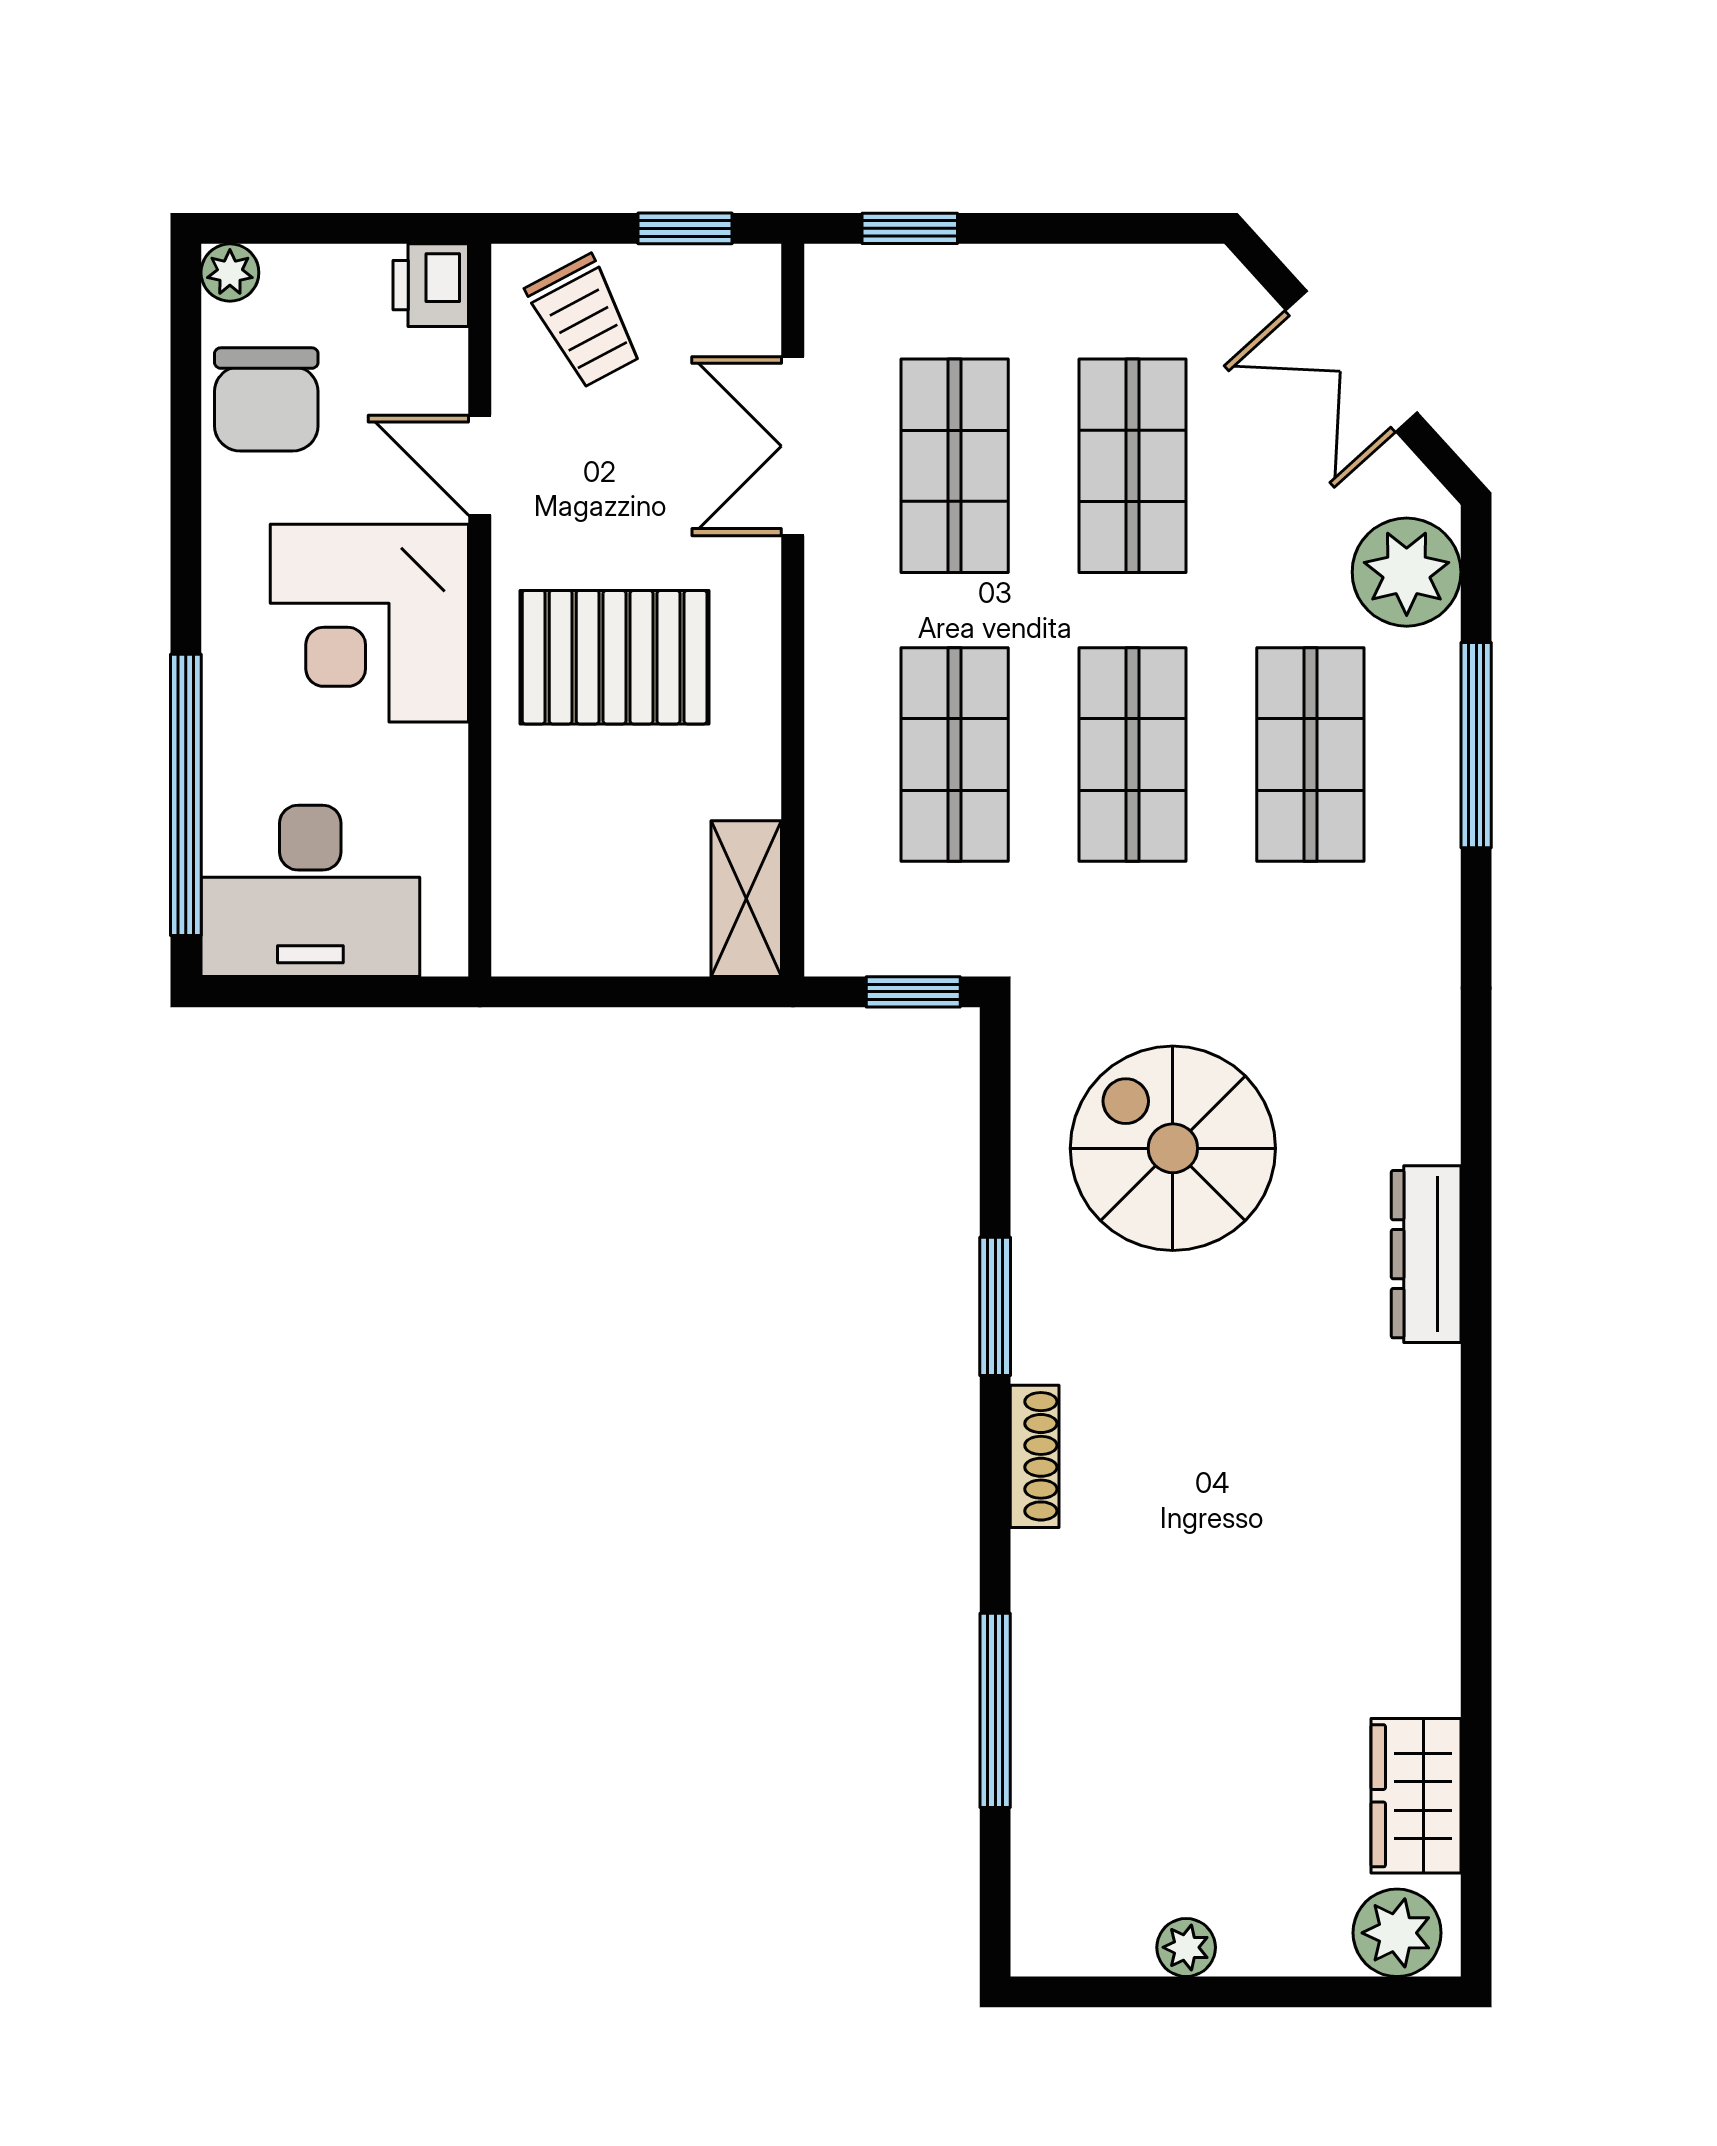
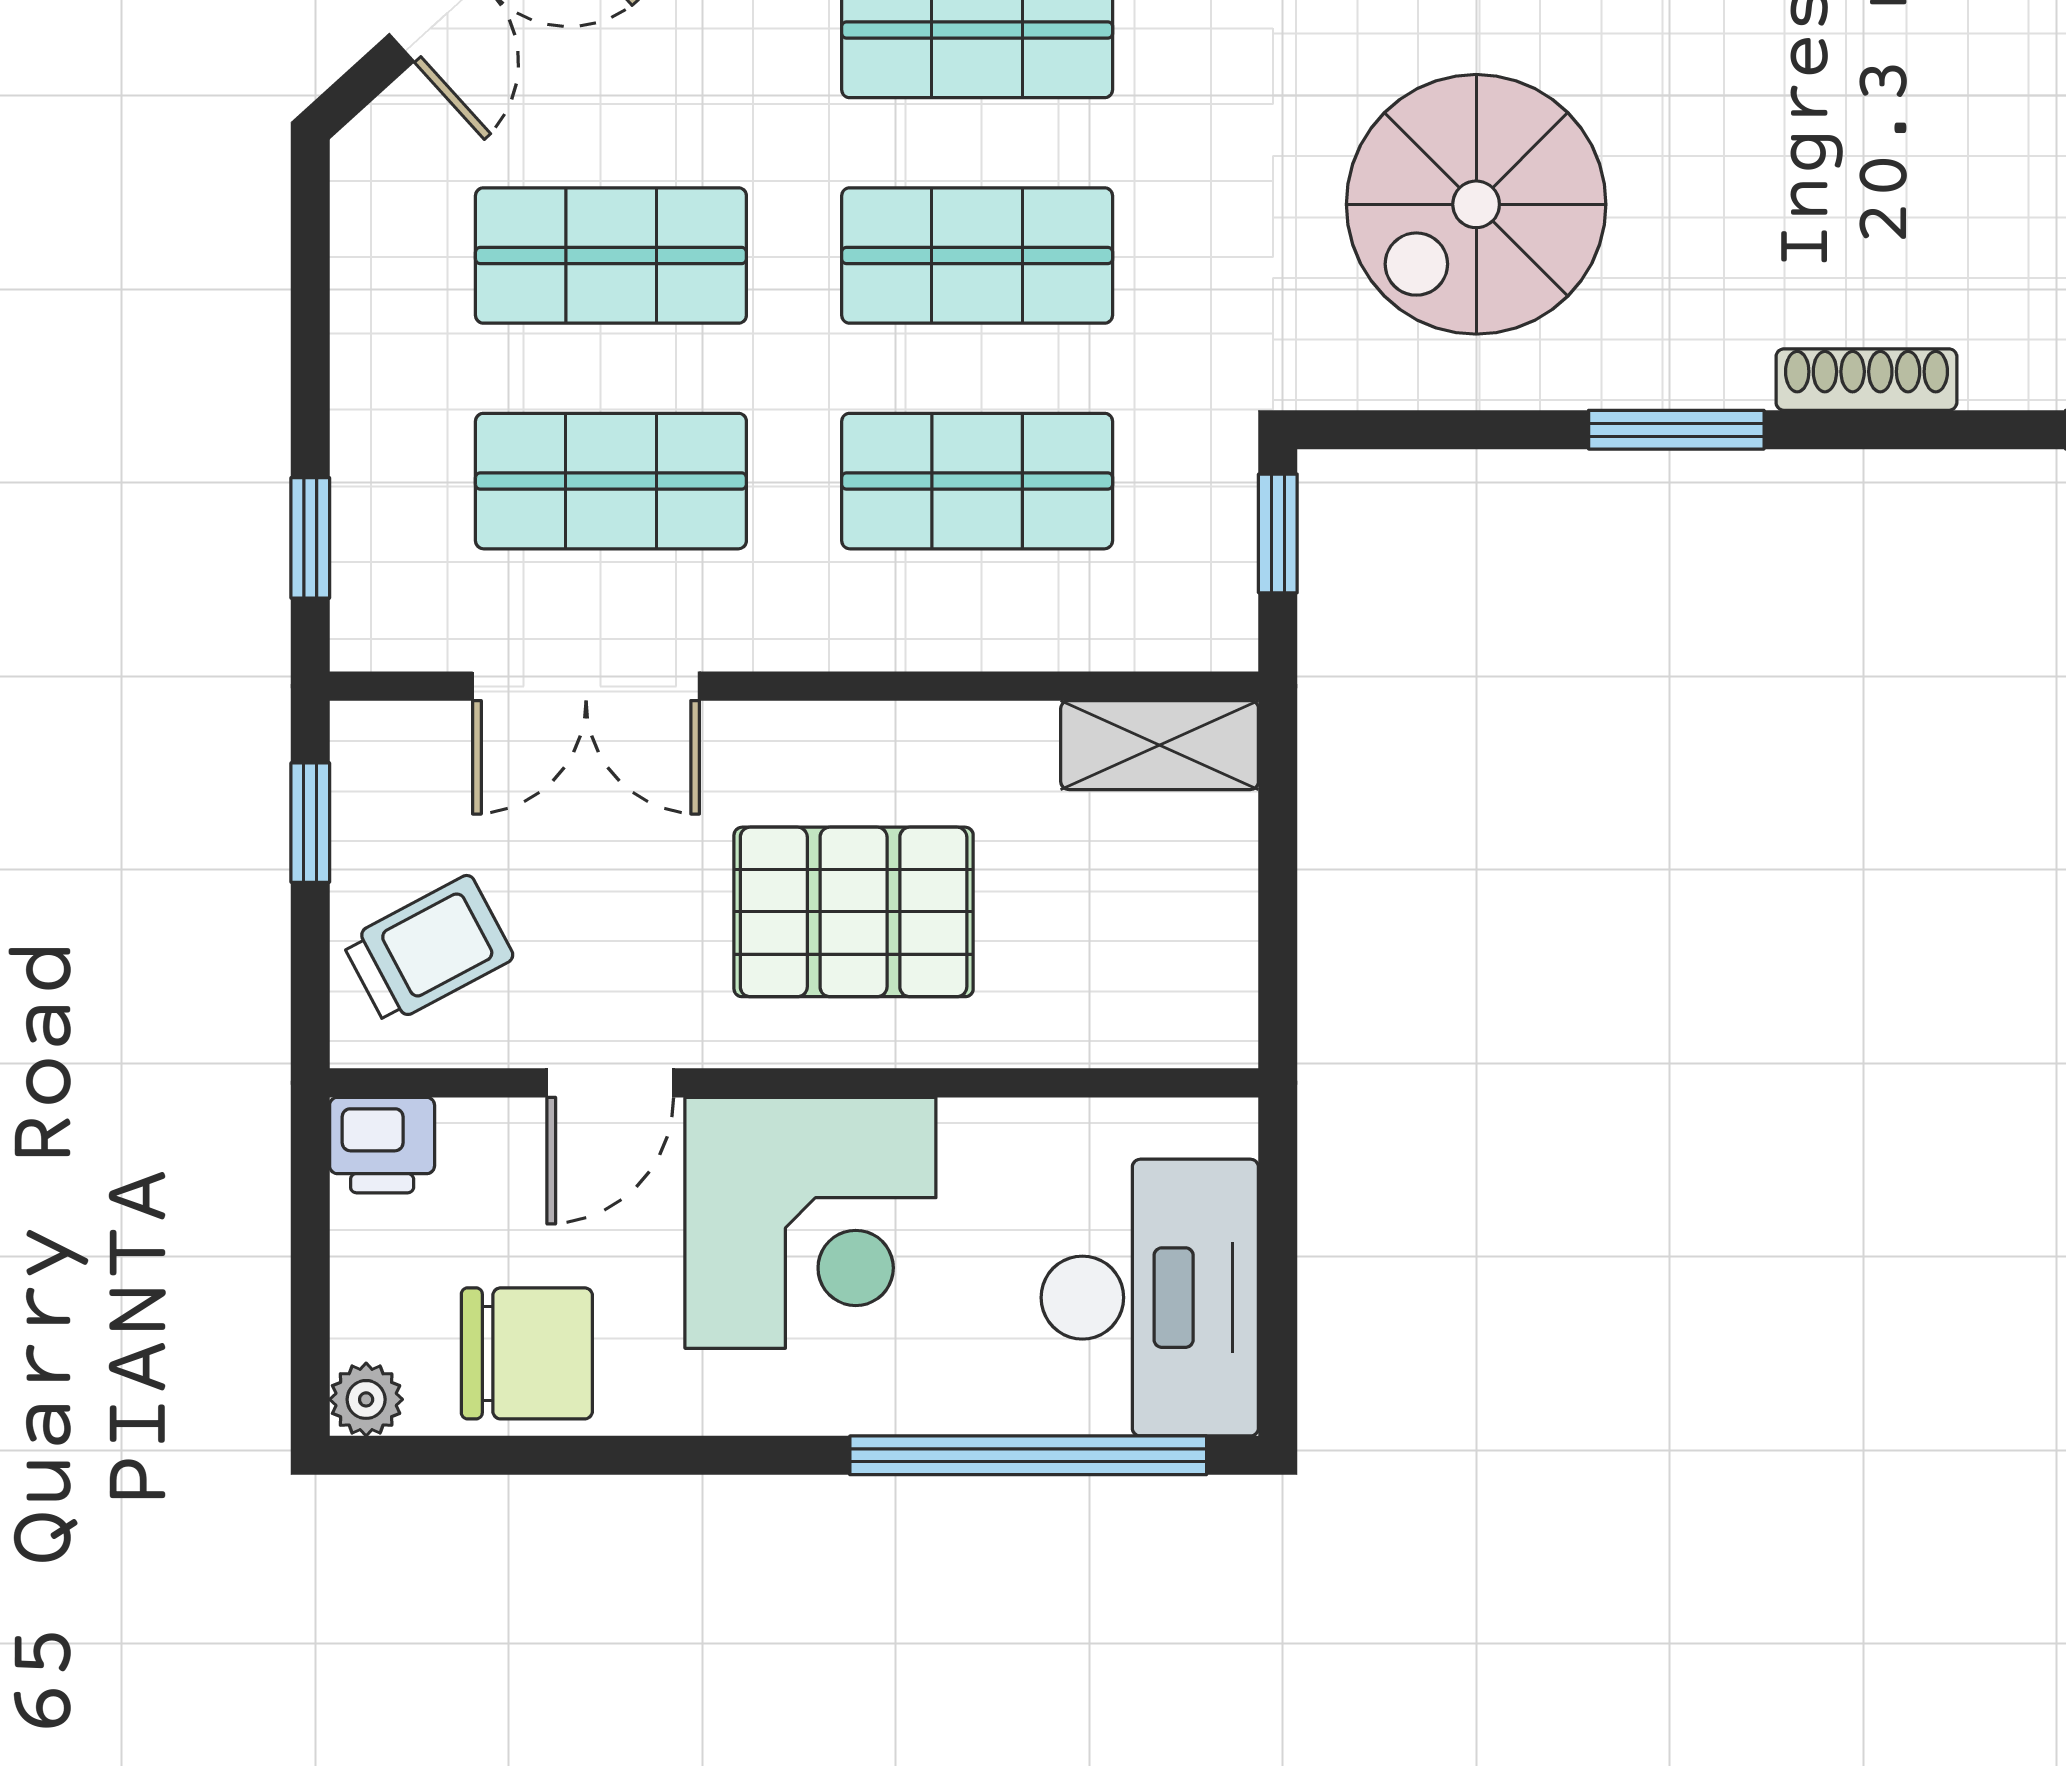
pallet: (615, 657) -> (854, 912), turned 90

